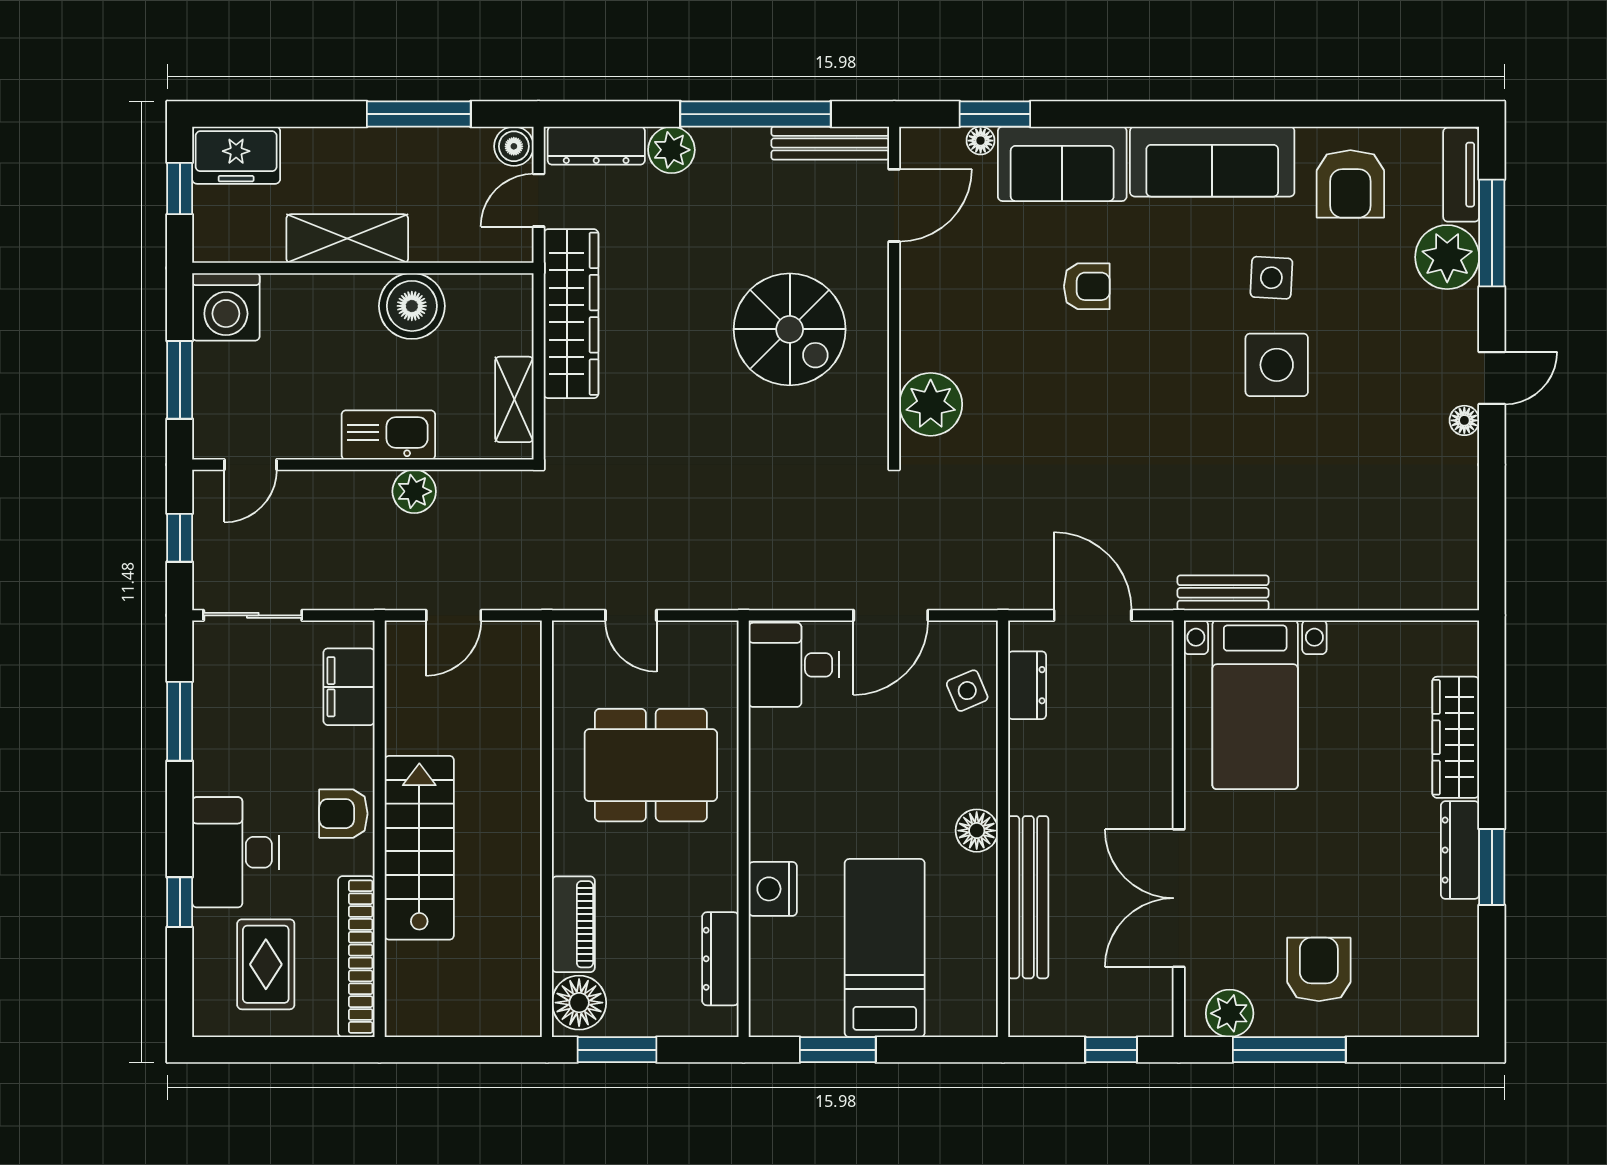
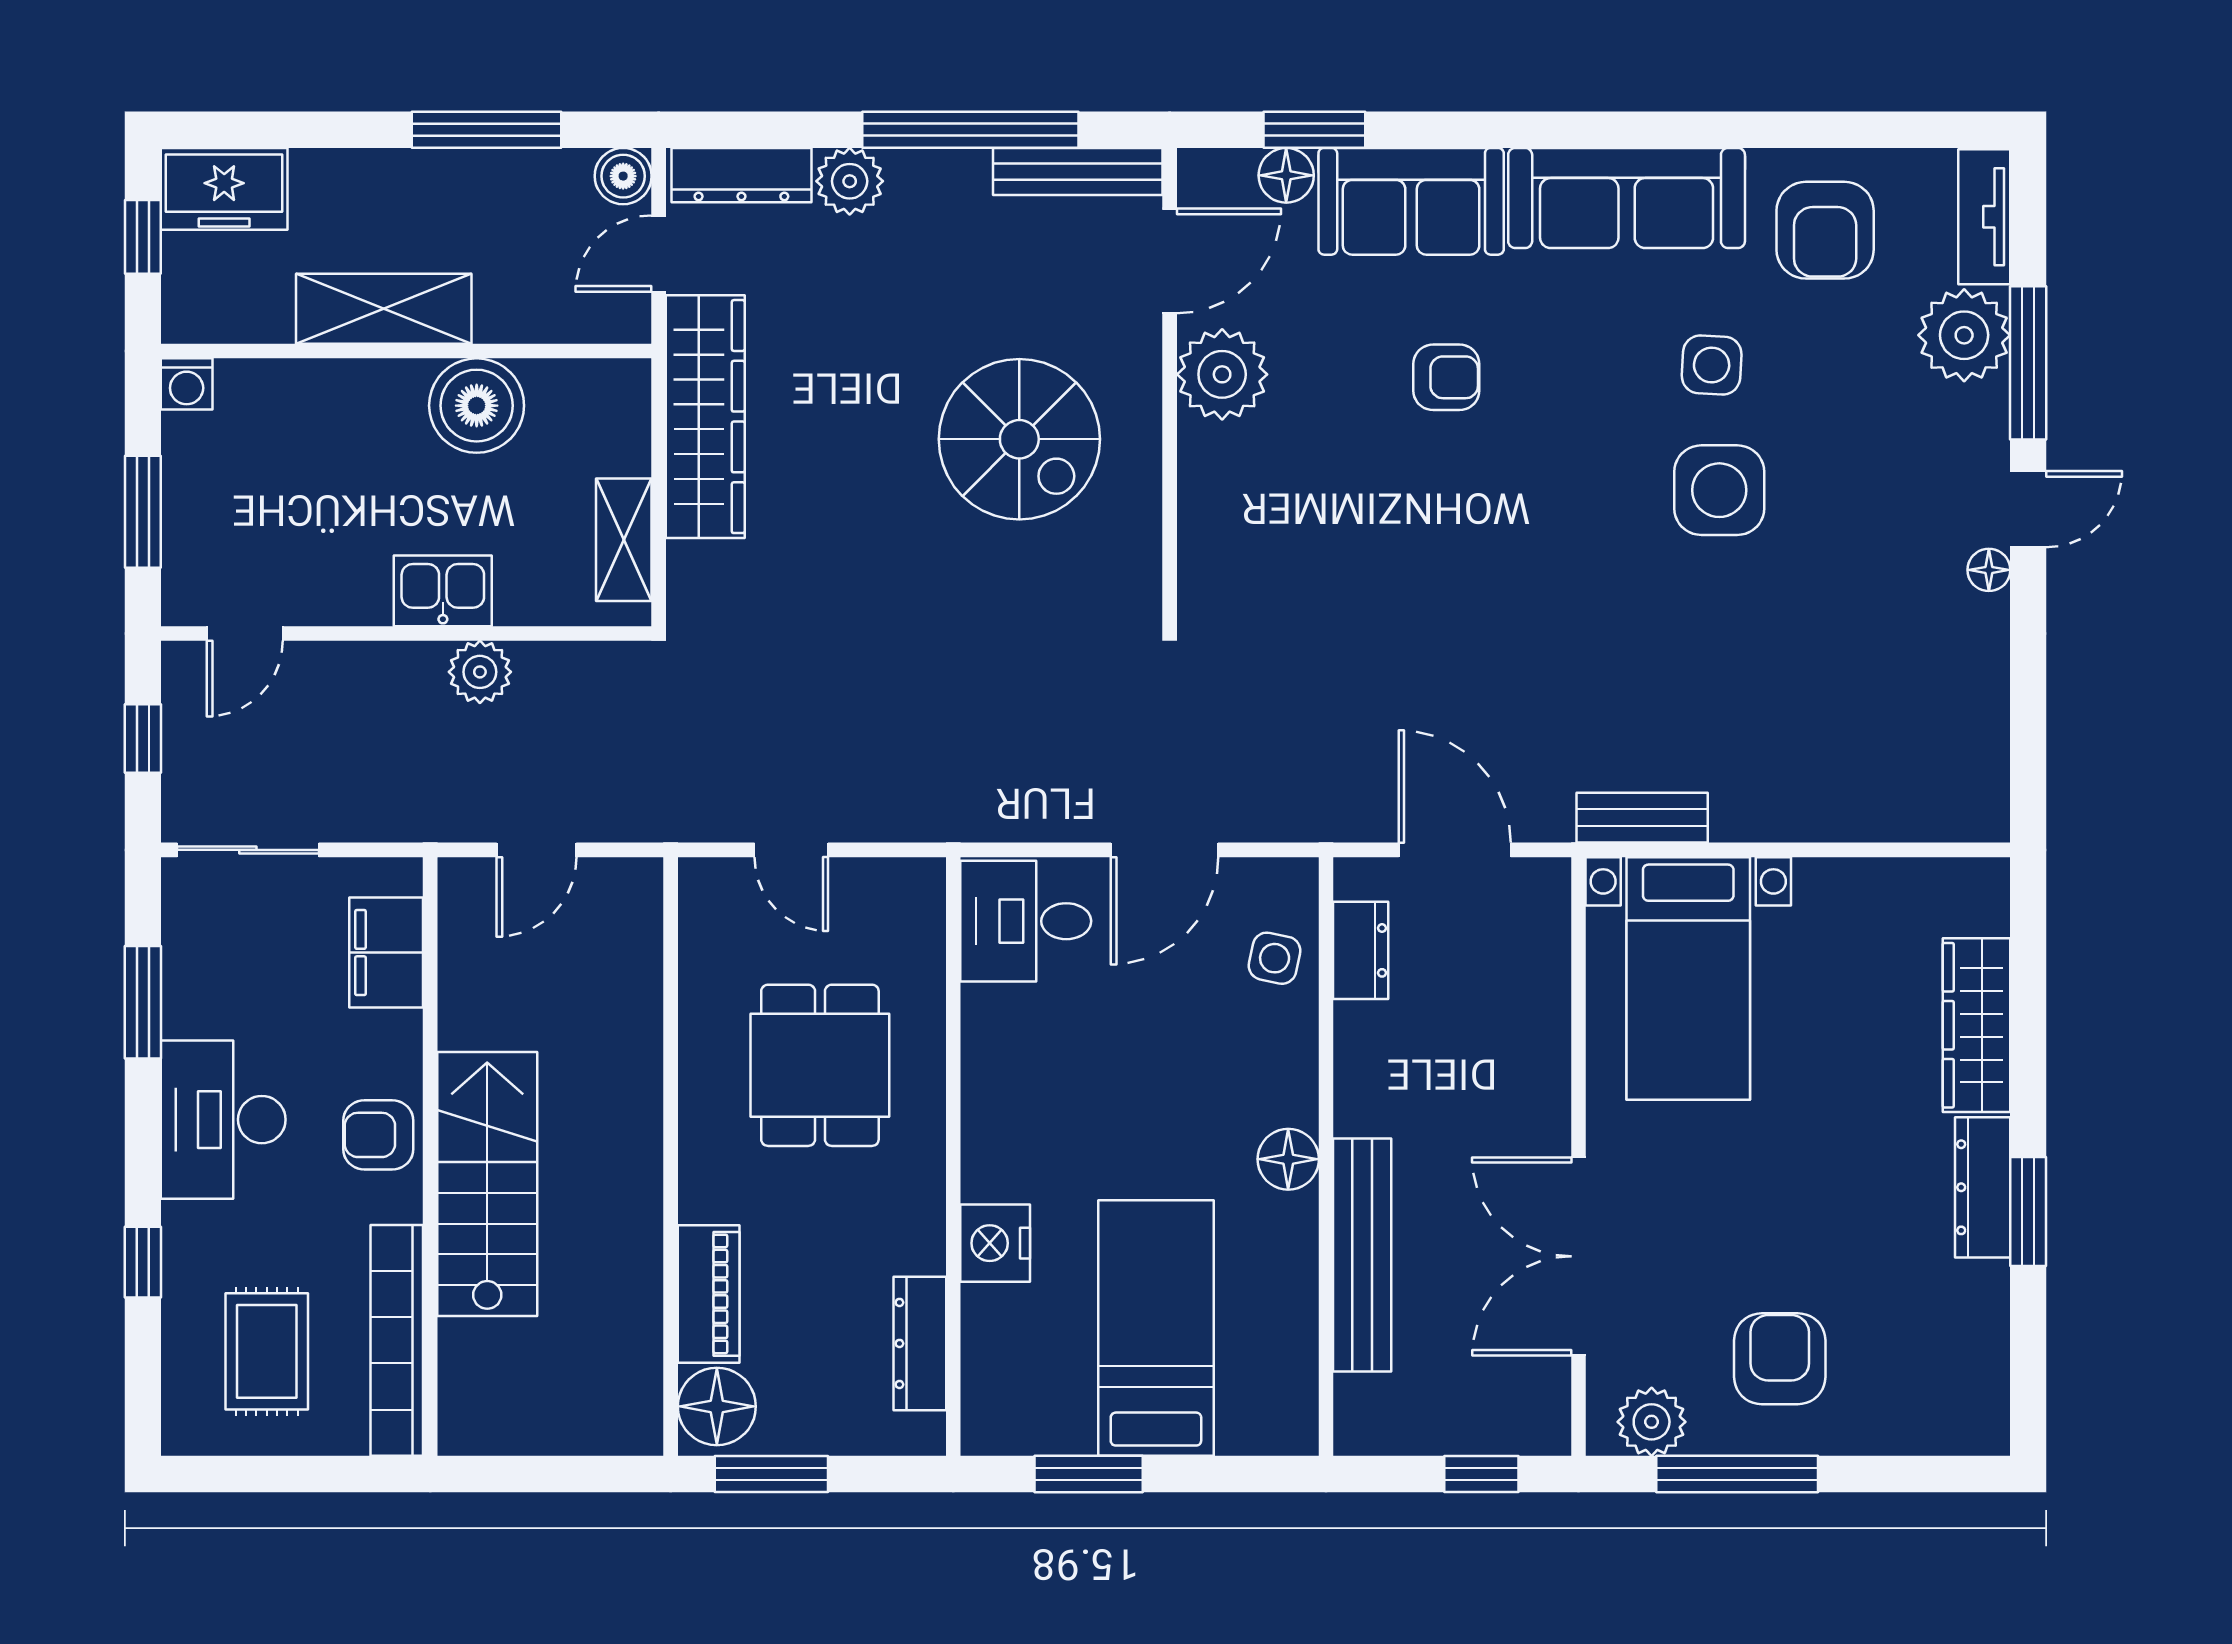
floor lamp: (981, 141) -> (1286, 175), width x1.37, depth x1.37
window: (1492, 233) -> (2028, 363), moved
washing machine: (226, 307) -> (187, 384), width x0.53, depth x0.53
plant: (931, 404) -> (1222, 374), moved
kitchen sink: (388, 435) -> (443, 591), width x0.73
side table: (967, 691) -> (1275, 958), turned 35
dining table: (651, 765) -> (820, 1065), width x0.73
desk: (235, 852) -> (223, 1120), moved

